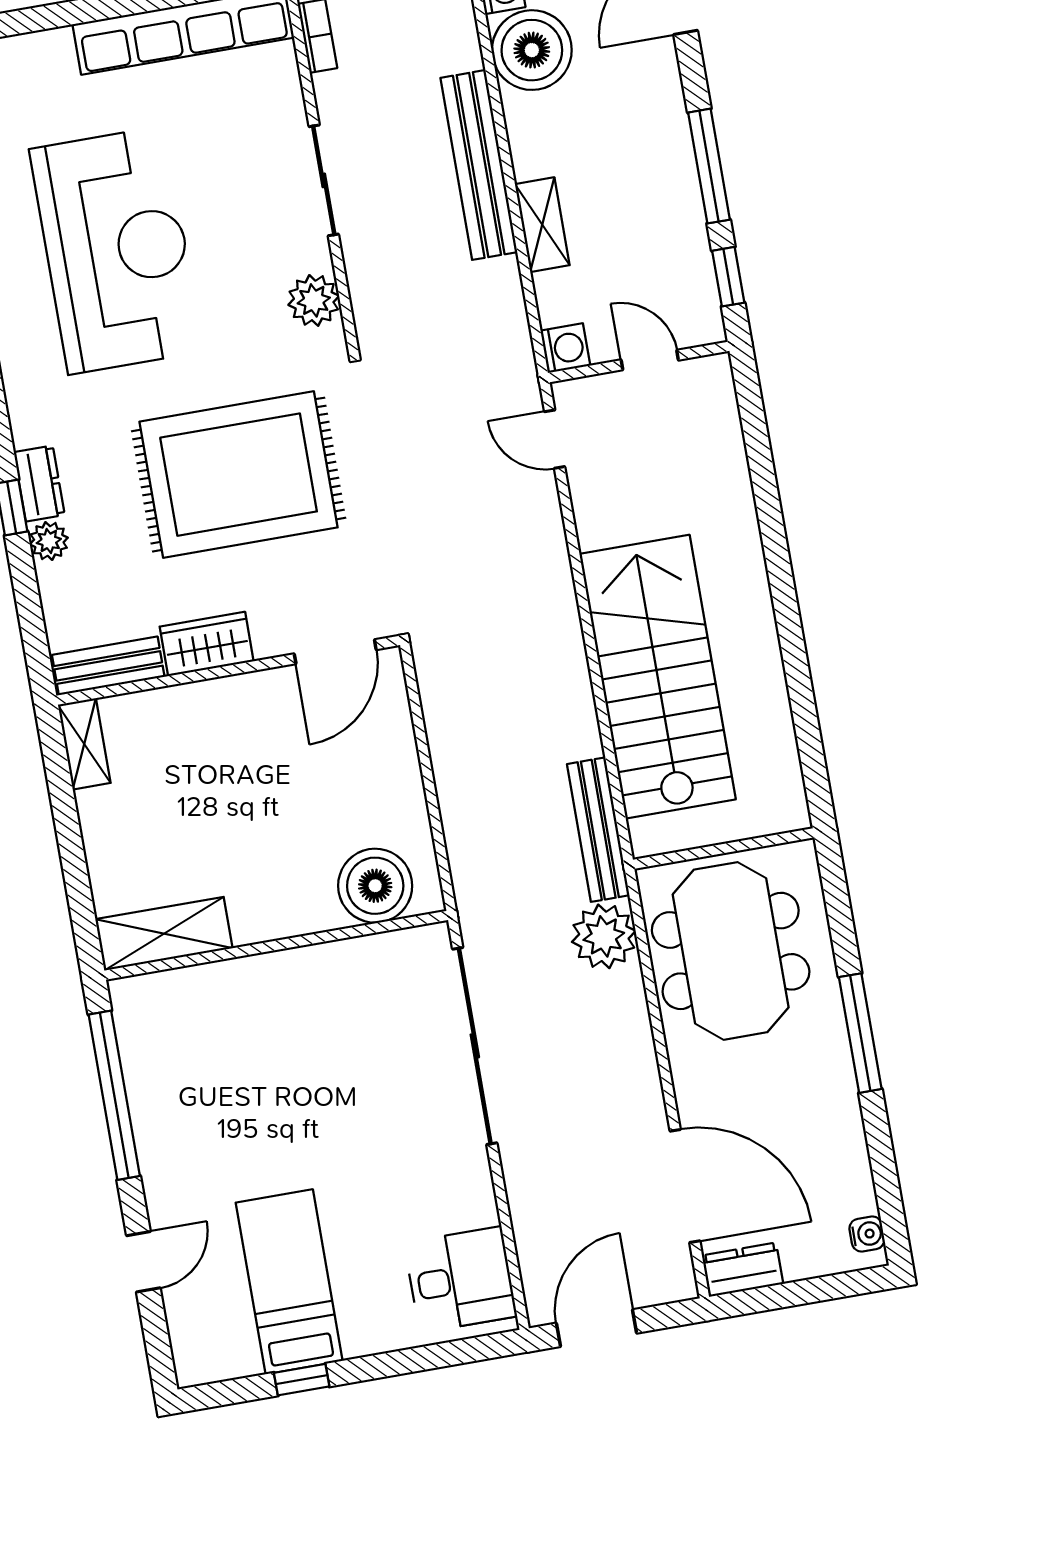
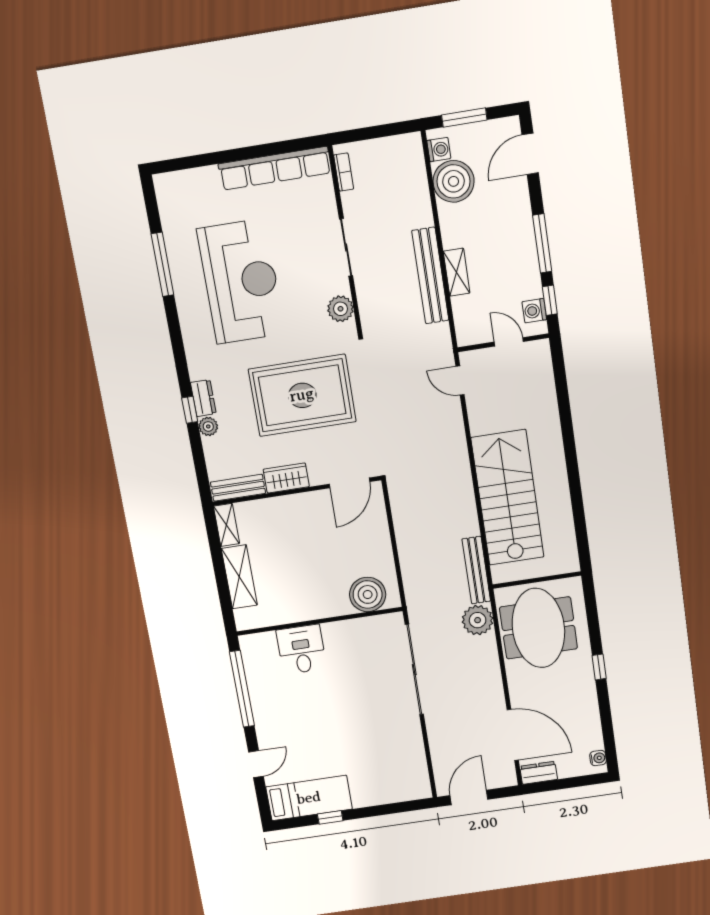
bench: (479, 165) -> (430, 276), moved
washing machine: (565, 348) -> (534, 311), moved, turned 180
shelving: (164, 934) -> (239, 577), moved, turned 90
window: (860, 1033) -> (599, 667), width x0.46
desk: (461, 1280) -> (301, 649), moved, turned -90
bed: (289, 1282) -> (309, 798), moved, turned 90

